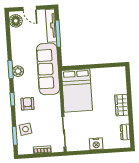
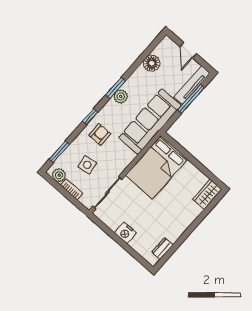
floor lamp: (16, 21) -> (152, 63), moved
wardrobe: (122, 105) -> (207, 194), moved
side table: (25, 129) -> (87, 165), moved
plant: (28, 149) -> (59, 175), added

